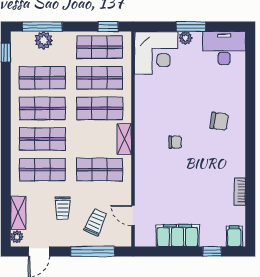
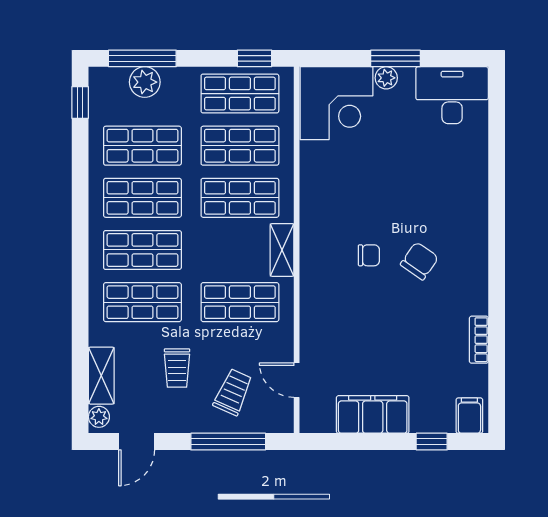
chair: (219, 121) -> (419, 261), moved, turned -63

